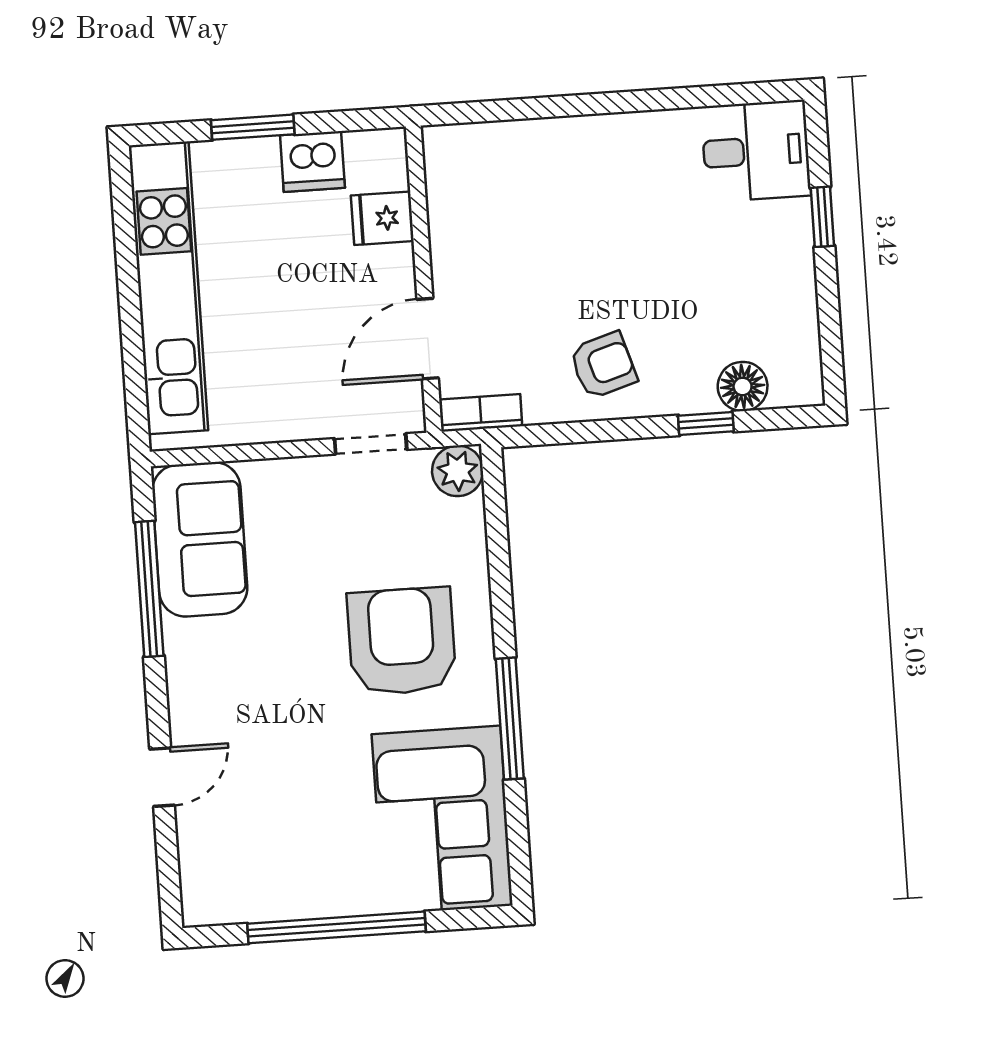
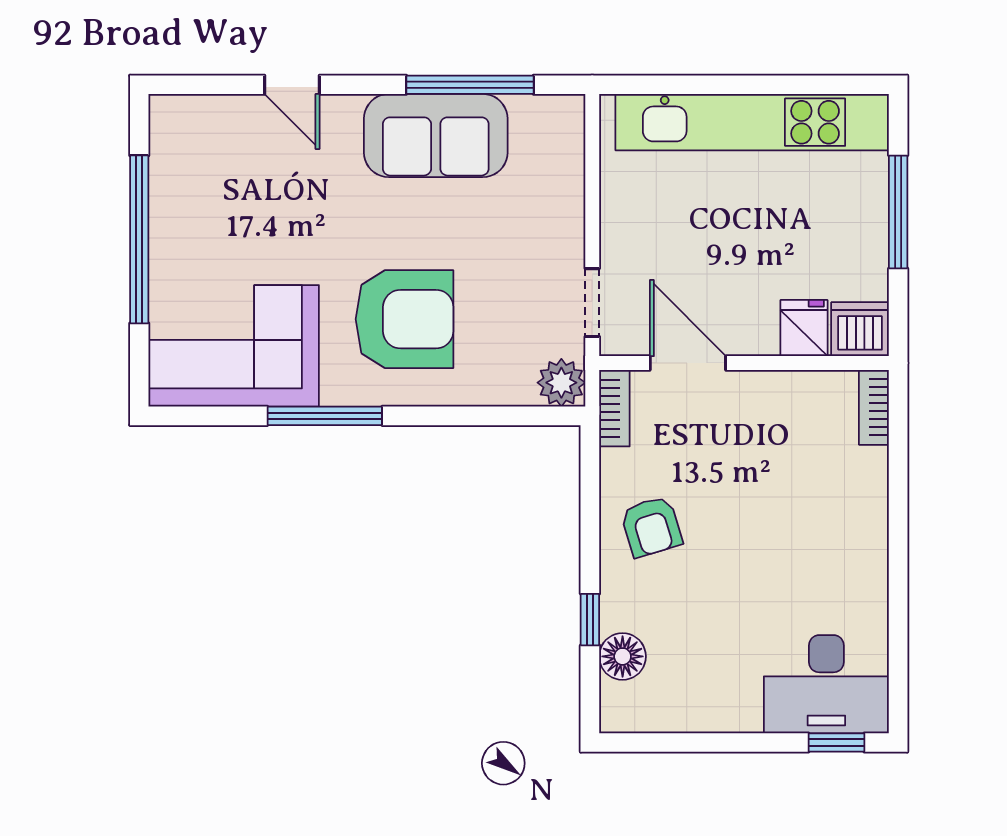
window: (253, 127) -> (898, 212), width x1.44
bookcase: (461, 139) -> (874, 407), added
desk: (756, 151) -> (826, 684), width x1.37
dishwasher: (312, 162) -> (860, 329), moved, turned 90
window: (822, 217) -> (836, 742), moved
sofa: (200, 539) -> (436, 136), moved

